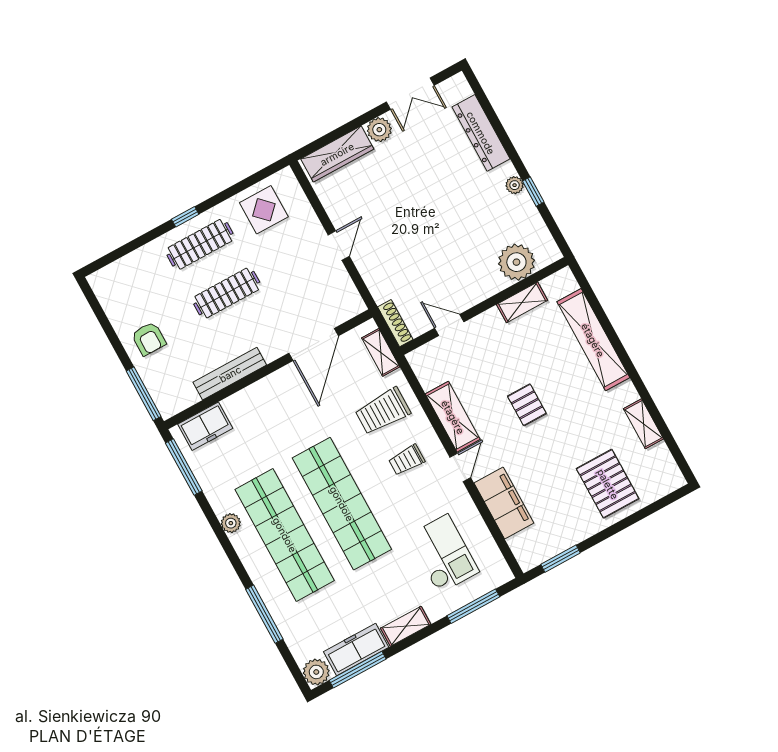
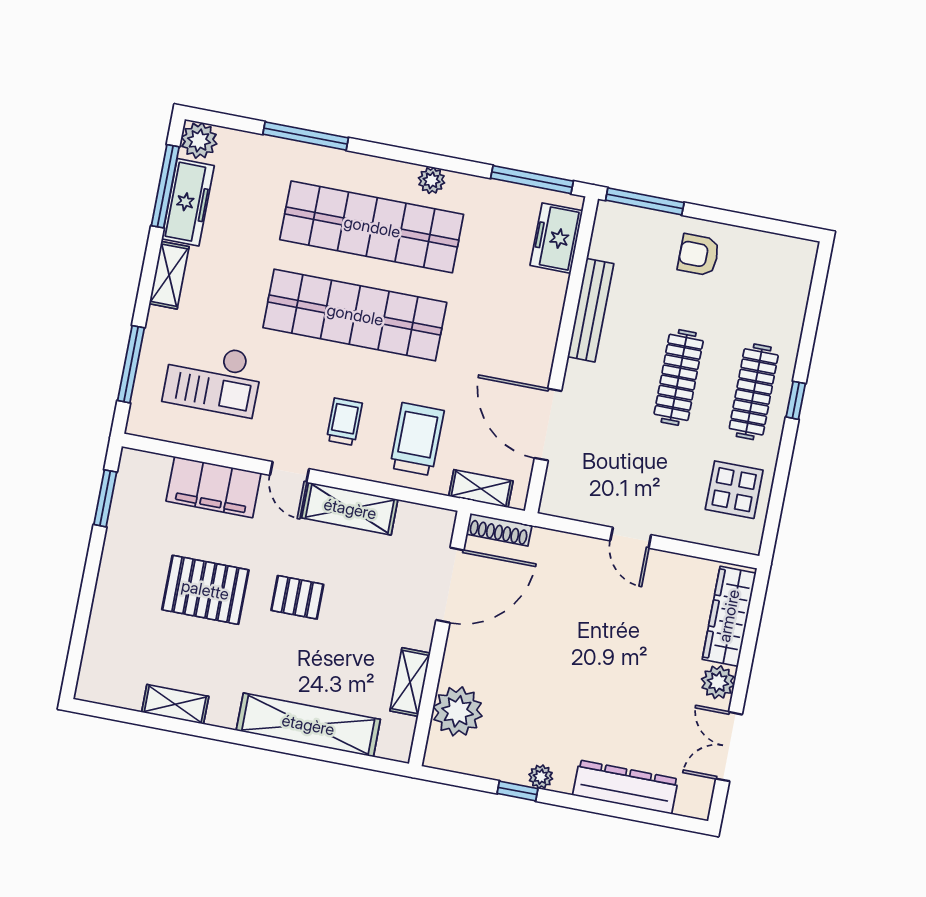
door: (449, 325) -> (450, 585), width x1.87
pallet: (608, 484) -> (205, 590), moved

